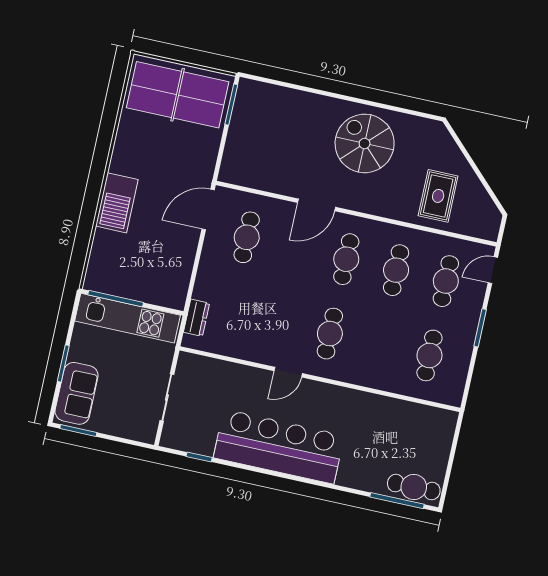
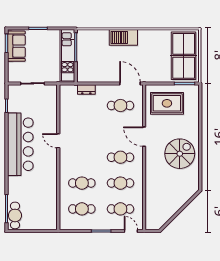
rug: (438, 196) -> (167, 103), moved, width x1.36, depth x1.43
dresser: (197, 318) -> (86, 89), moved
cafe table: (330, 334) -> (82, 183), moved
sofa: (77, 393) -> (16, 46), moved, turned -90

